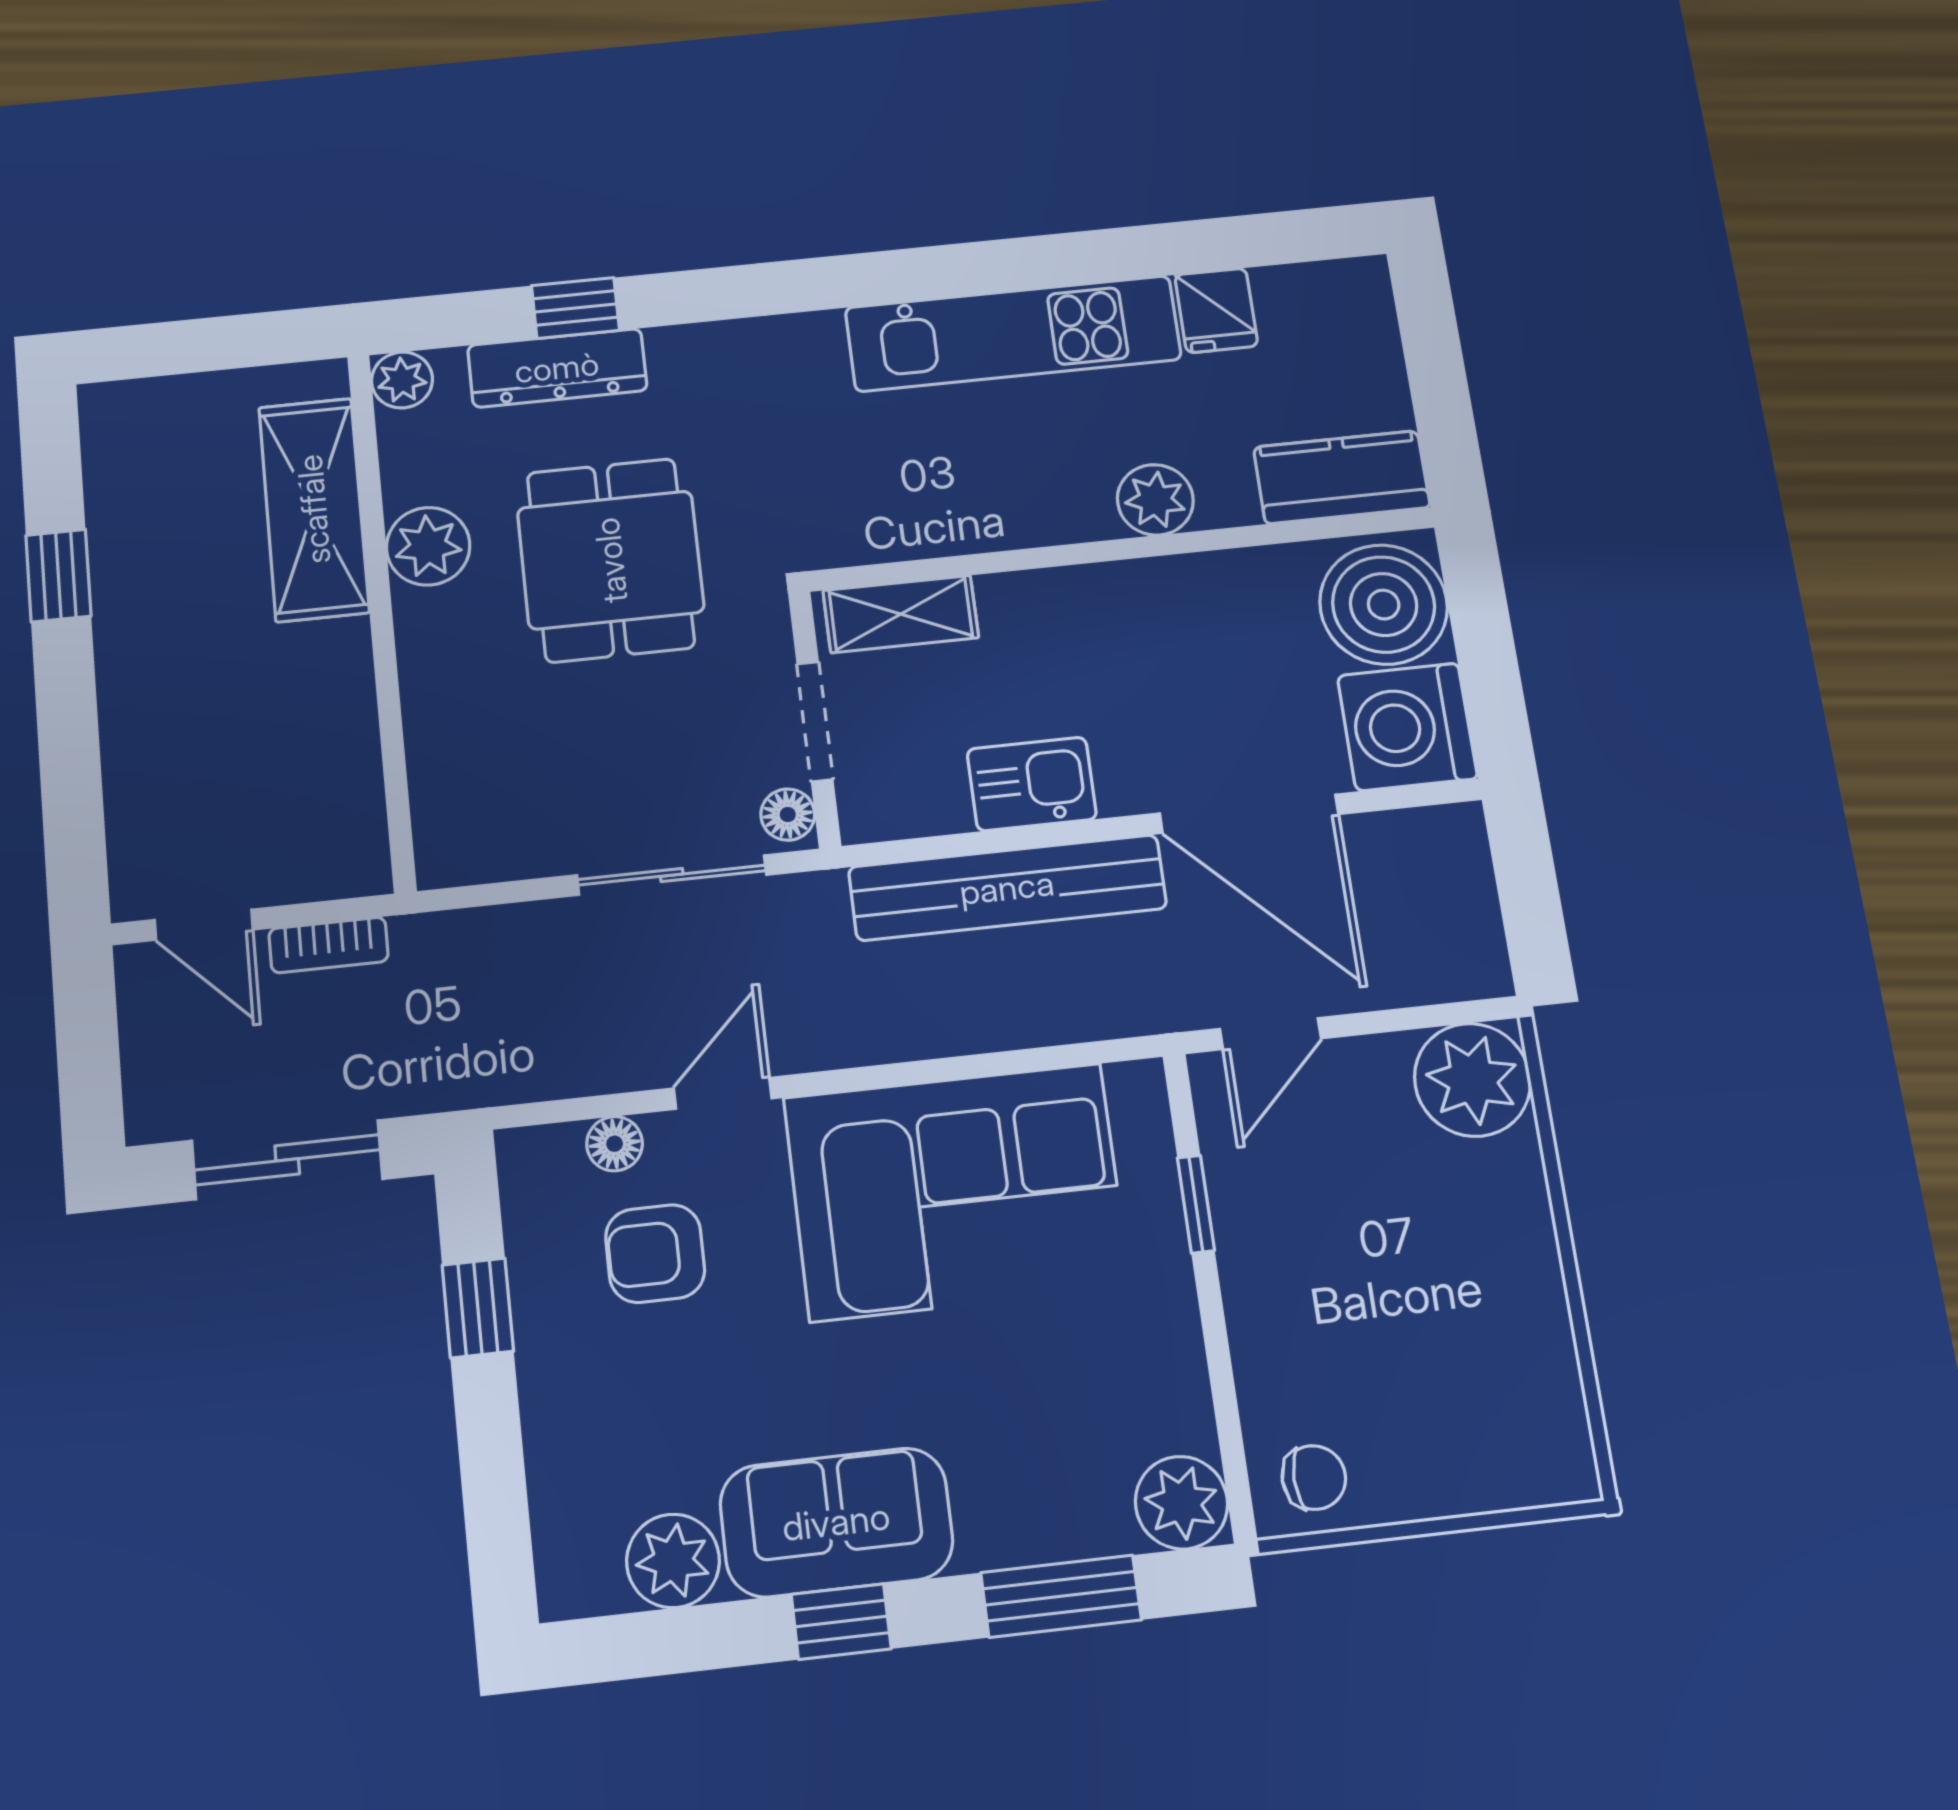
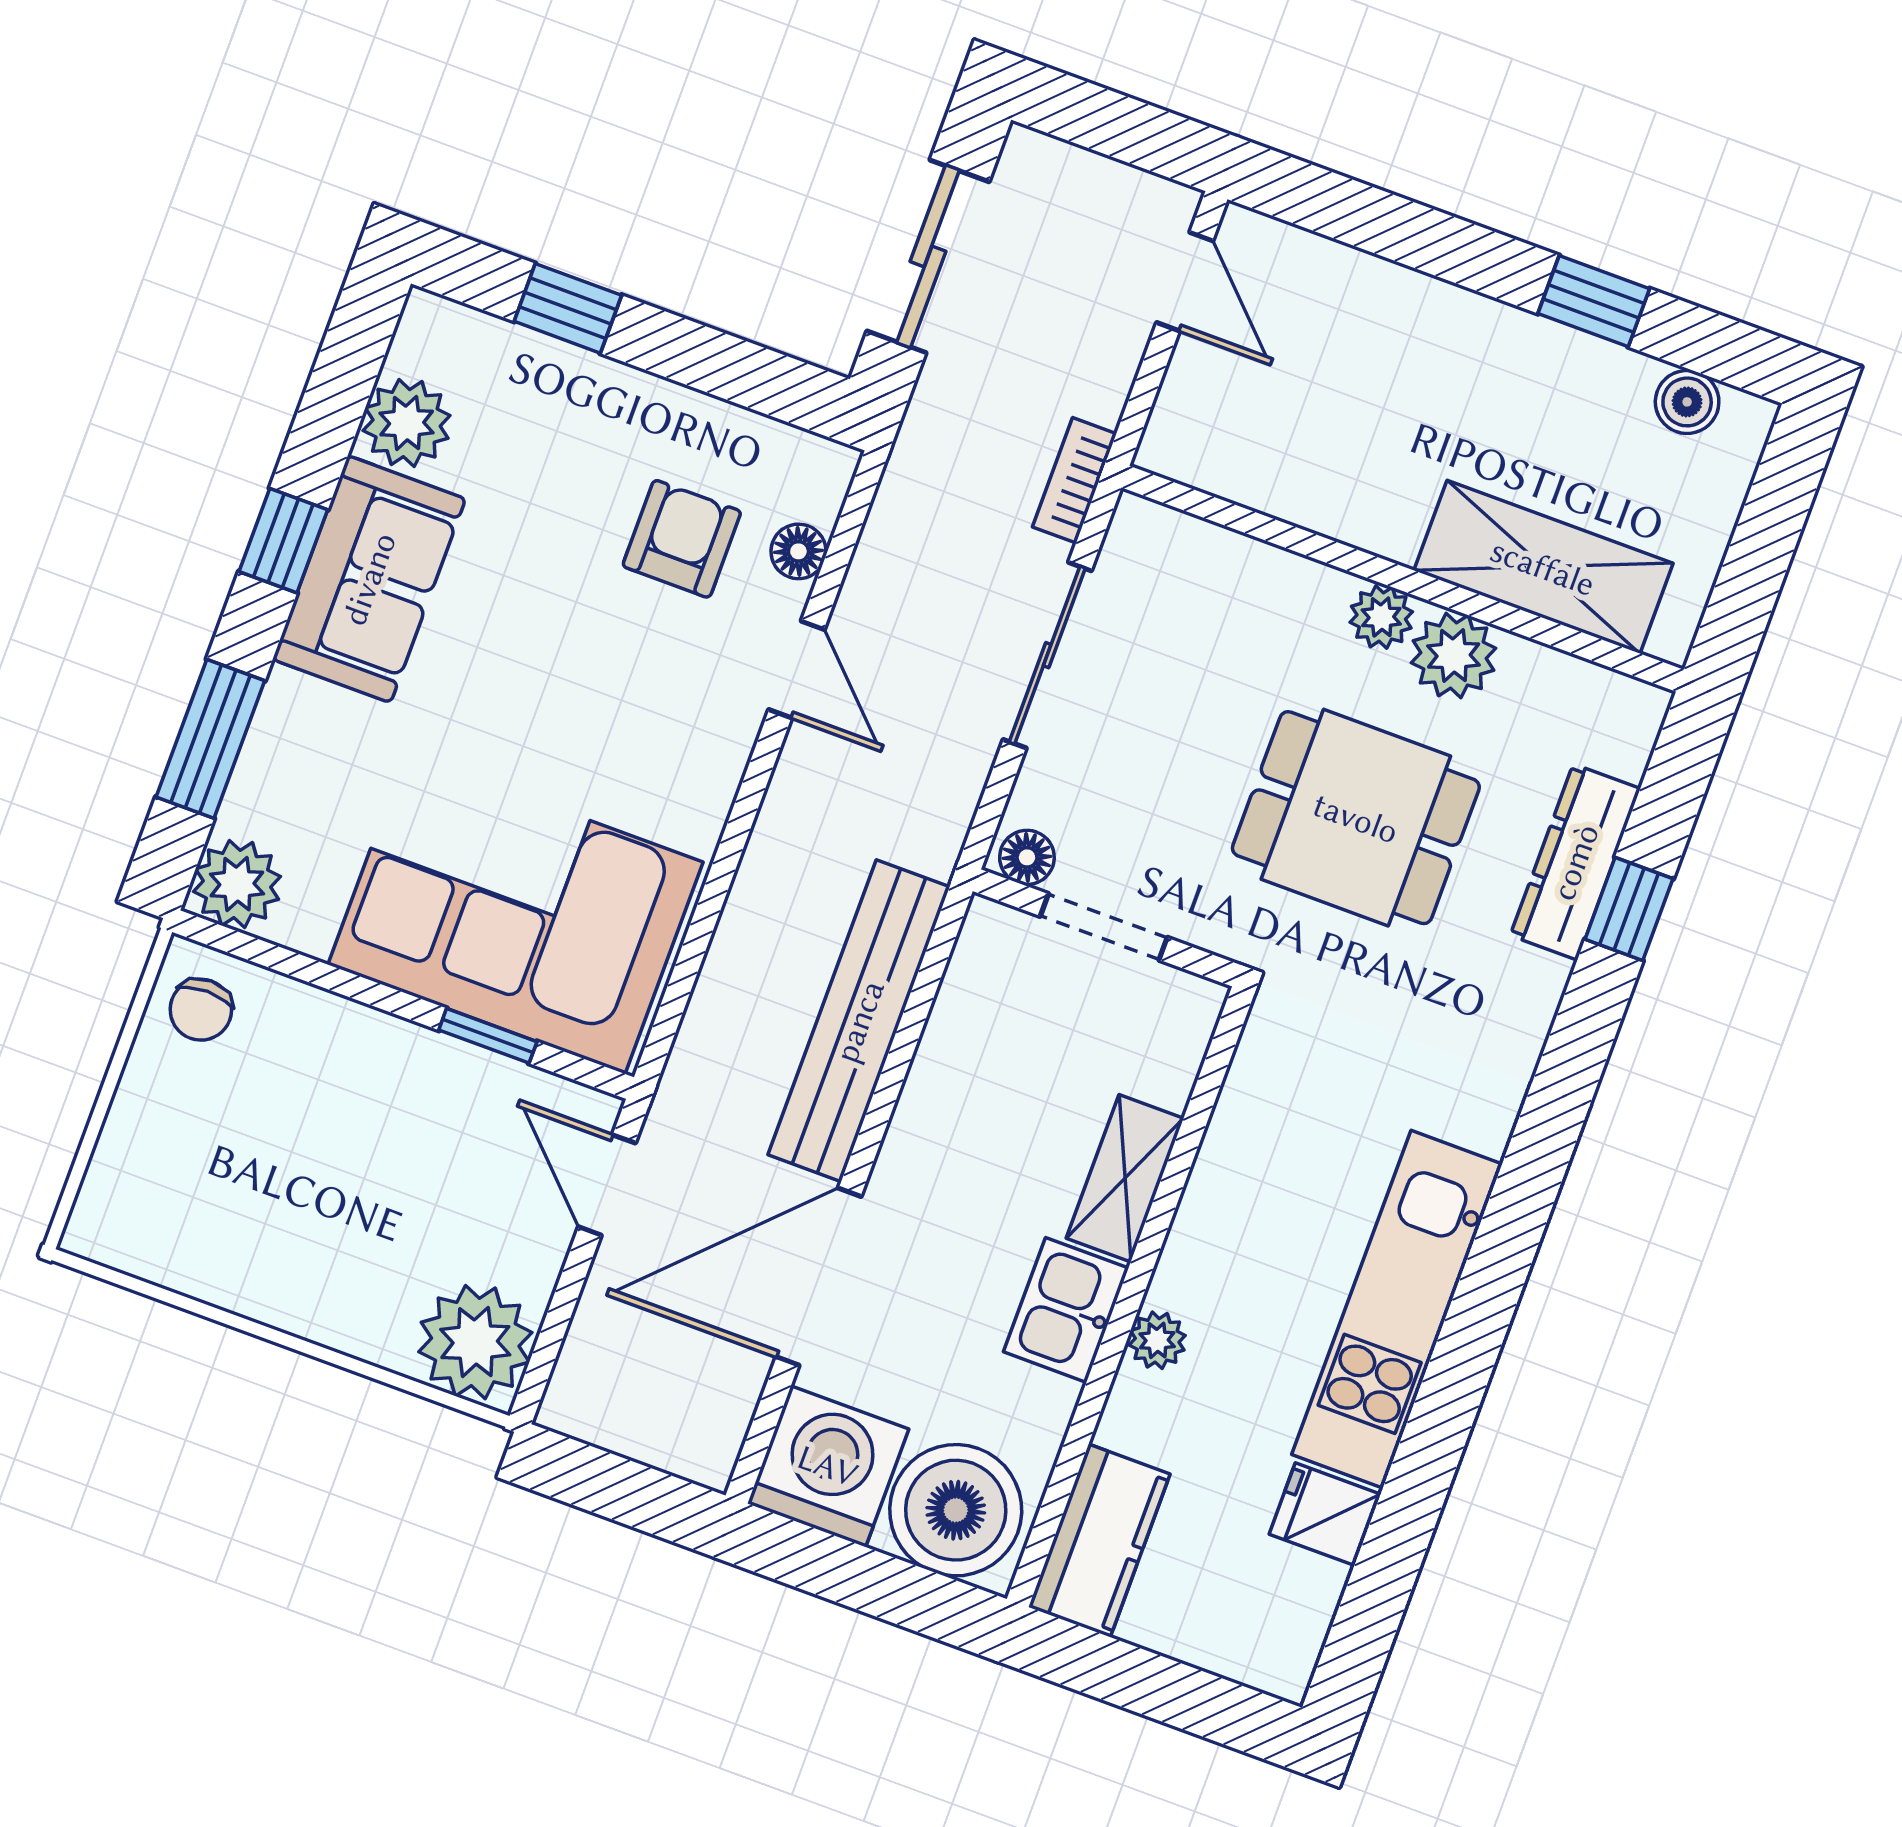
plant: (402, 380) -> (1381, 617), moved
boiler: (112, 460) -> (1687, 402), added
plant: (1155, 500) -> (1157, 1340), width x0.73, depth x0.73
shelving: (901, 614) -> (1125, 1178), moved
kitchen sink: (1032, 784) -> (1066, 1310), moved, turned 180
sliding door: (672, 875) -> (1047, 655), moved
door: (204, 925) -> (1185, 282), swing flipped
bookcase: (329, 945) -> (1074, 480), moved
corner sofa: (956, 1192) -> (515, 913), moved, turned 90
window: (478, 1308) -> (568, 308), moved

